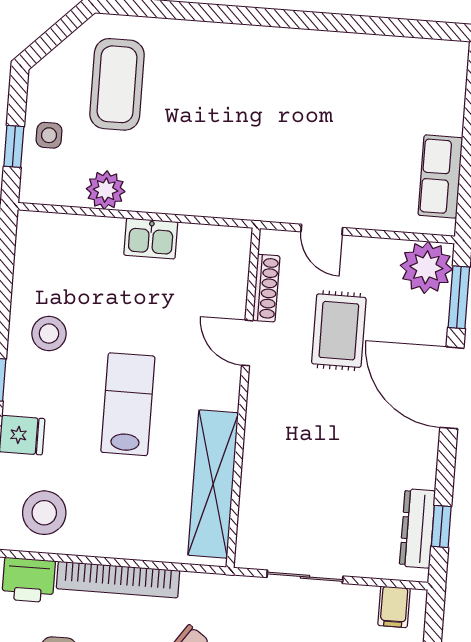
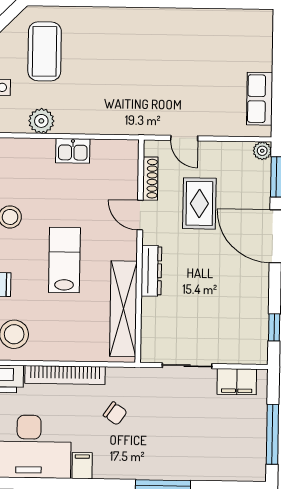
plant: (426, 267) -> (262, 151), width x0.53, depth x0.53
dresser: (417, 528) -> (151, 271), moved, turned 180
filing cabinet: (394, 607) -> (237, 382), width x2.00

